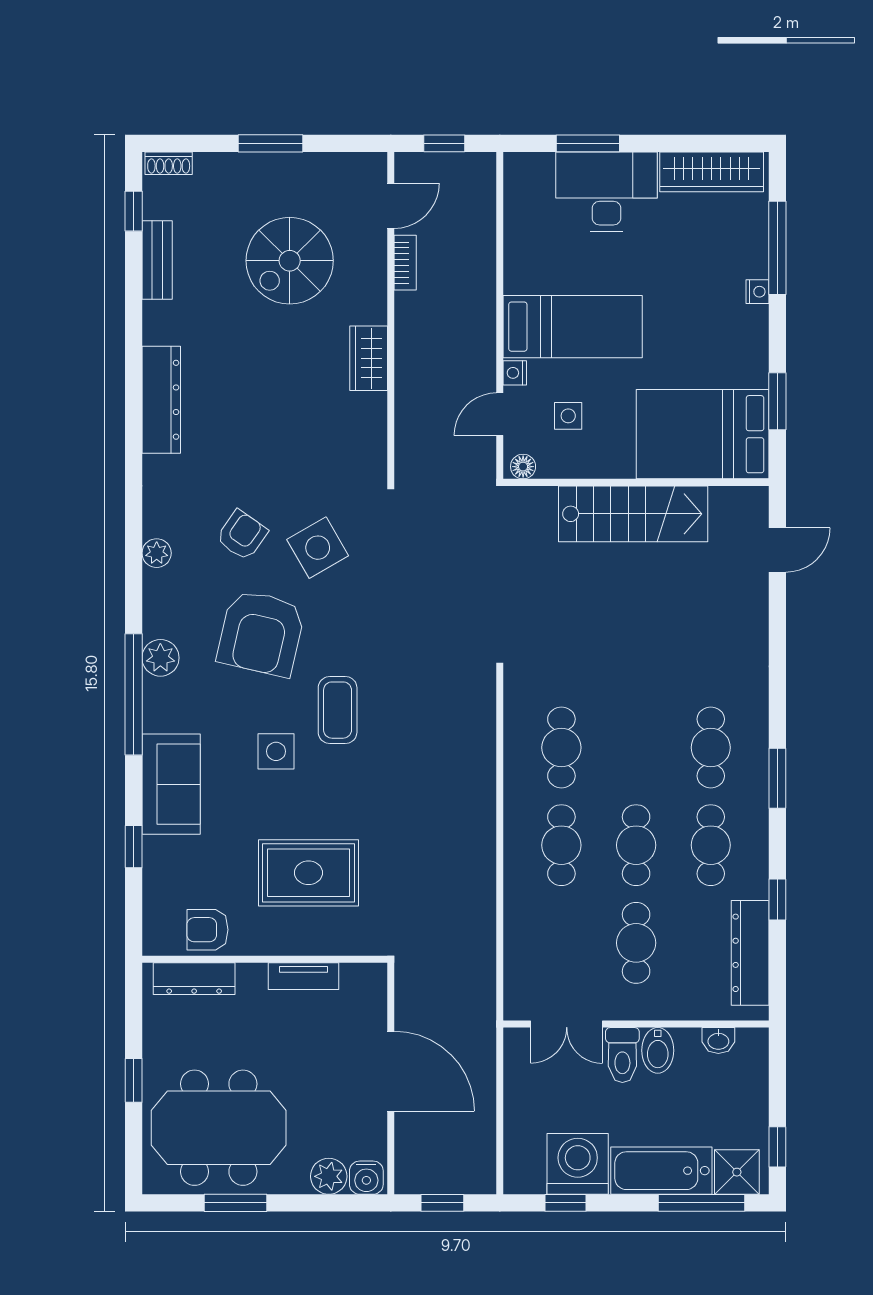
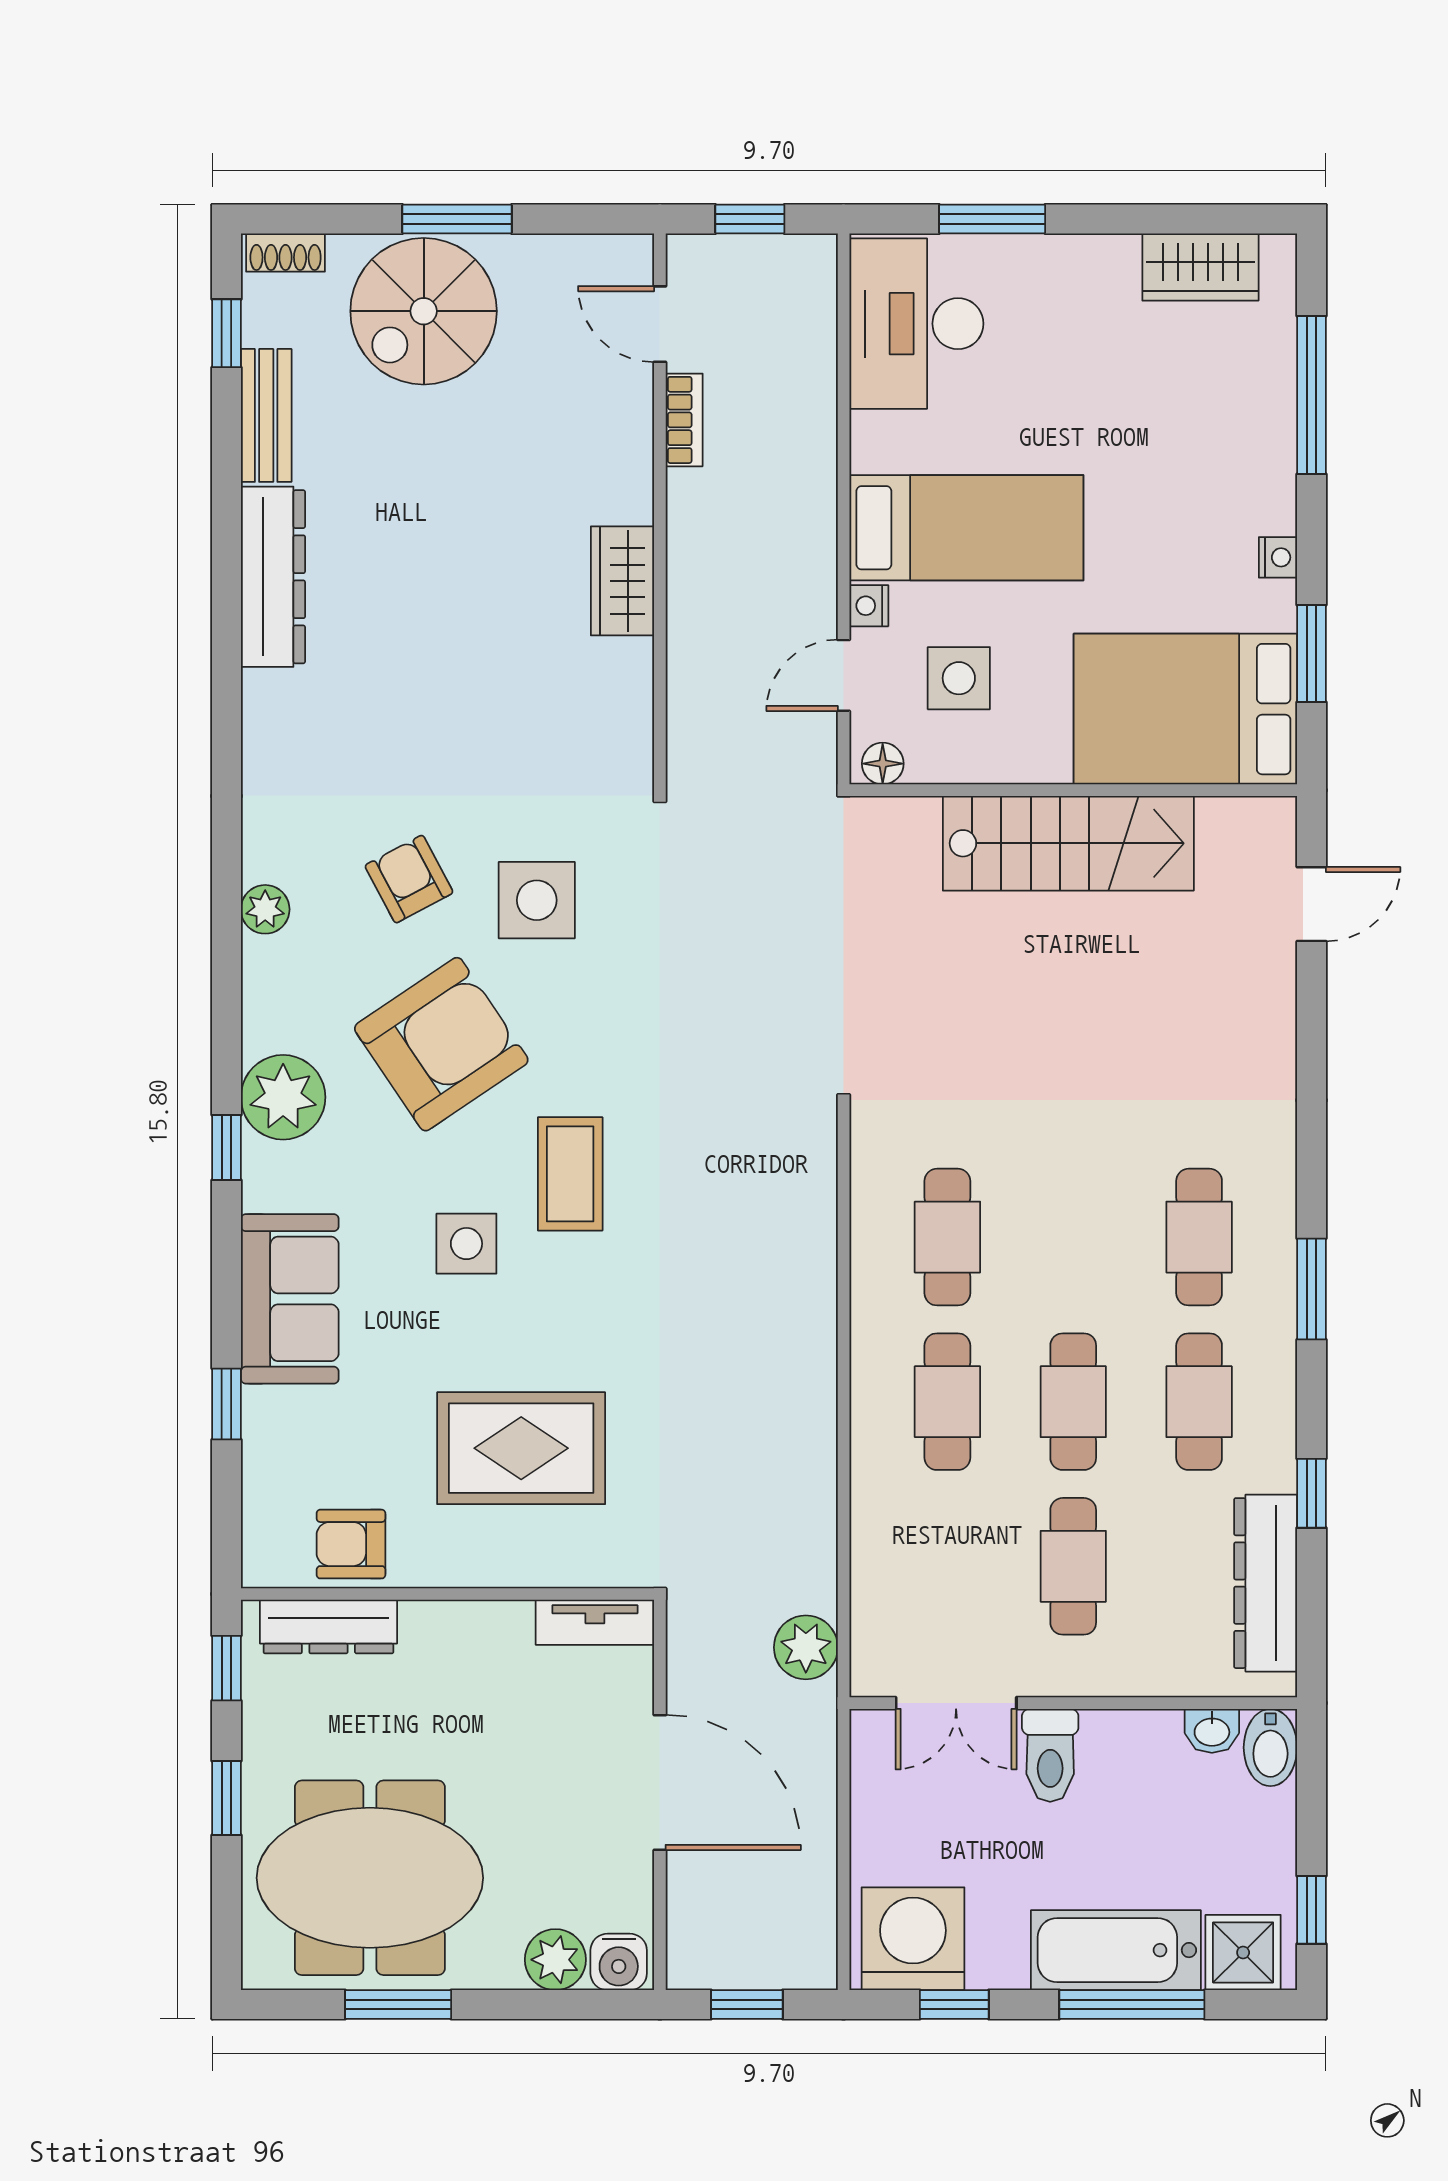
wardrobe: (712, 172) -> (1200, 267), width x0.67
desk: (607, 192) -> (916, 324), moved, turned -90
door: (391, 206) -> (660, 324), swing flipped
spiral stairs: (290, 261) -> (424, 311), moved
nightstand: (758, 292) -> (1278, 557), moved
dresser: (161, 400) -> (273, 577), moved
side table: (568, 416) -> (959, 678), width x1.37, depth x1.37
armchair: (242, 535) -> (409, 879), turned -63
side table: (318, 548) -> (537, 900), turned 30
armchair: (261, 633) -> (441, 1044), turned -137
plant: (160, 658) -> (283, 1097), width x1.36, depth x1.36
window: (134, 694) -> (226, 1147), width x0.32
tv unit: (304, 976) -> (595, 1622), moved
plant: (477, 991) -> (806, 1647), added
window: (134, 1003) -> (226, 1668), added
bidet: (658, 1050) -> (1270, 1747), moved
washing machine: (578, 1164) -> (913, 1939), moved
window: (701, 1203) -> (1132, 2005), moved

